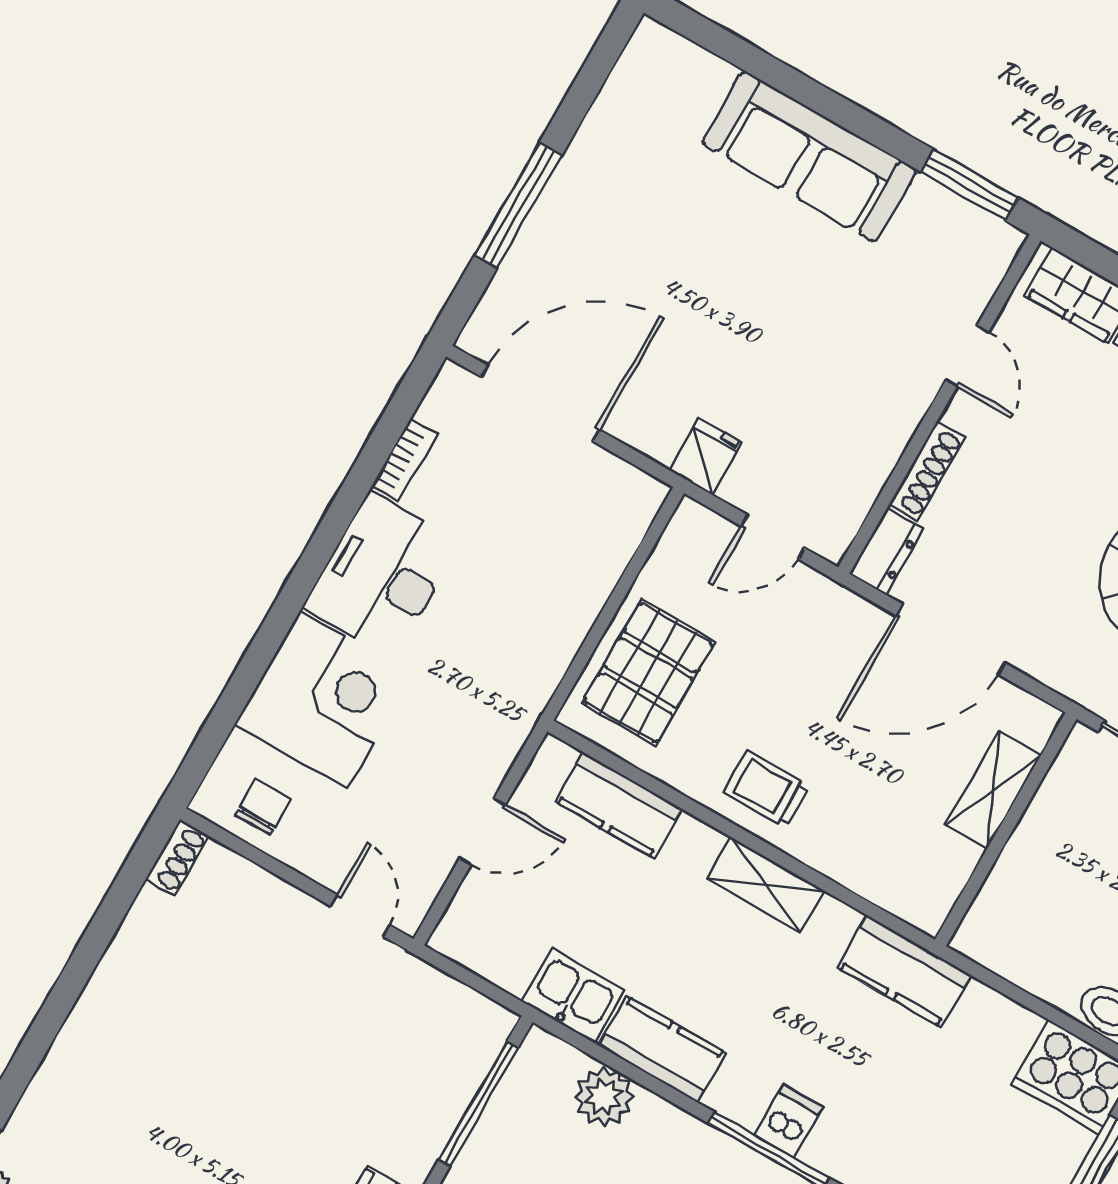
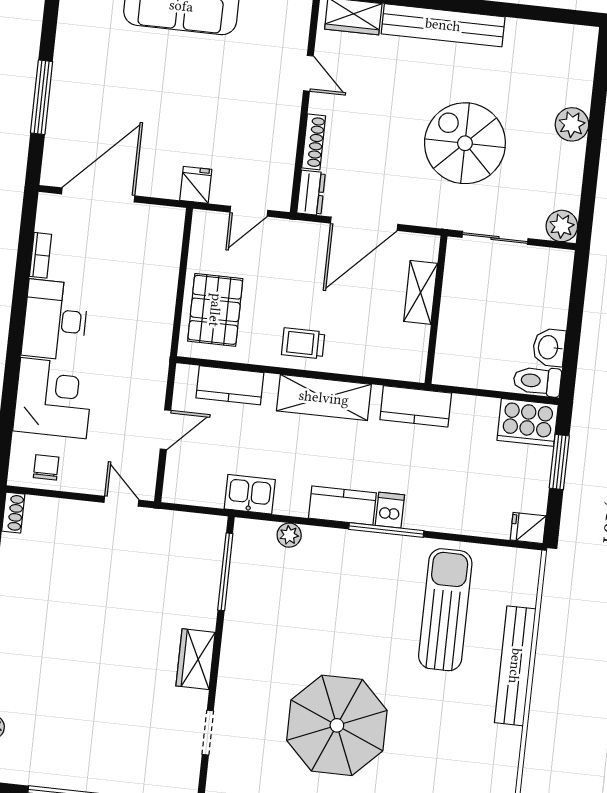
shelving: (766, 885) -> (324, 398), width x1.50, depth x1.33
kitchen counter: (662, 1049) -> (342, 505), moved
plant: (604, 1097) -> (289, 535), width x0.73, depth x0.73

